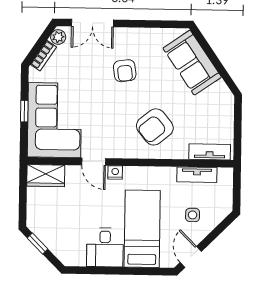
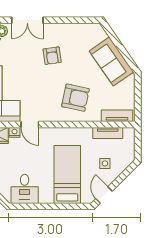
sofa: (192, 63) -> (111, 61), moved
armchair: (155, 127) -> (76, 98), turned -129
nightstand: (115, 173) -> (15, 132), moved
desk: (105, 247) -> (25, 189), moved

